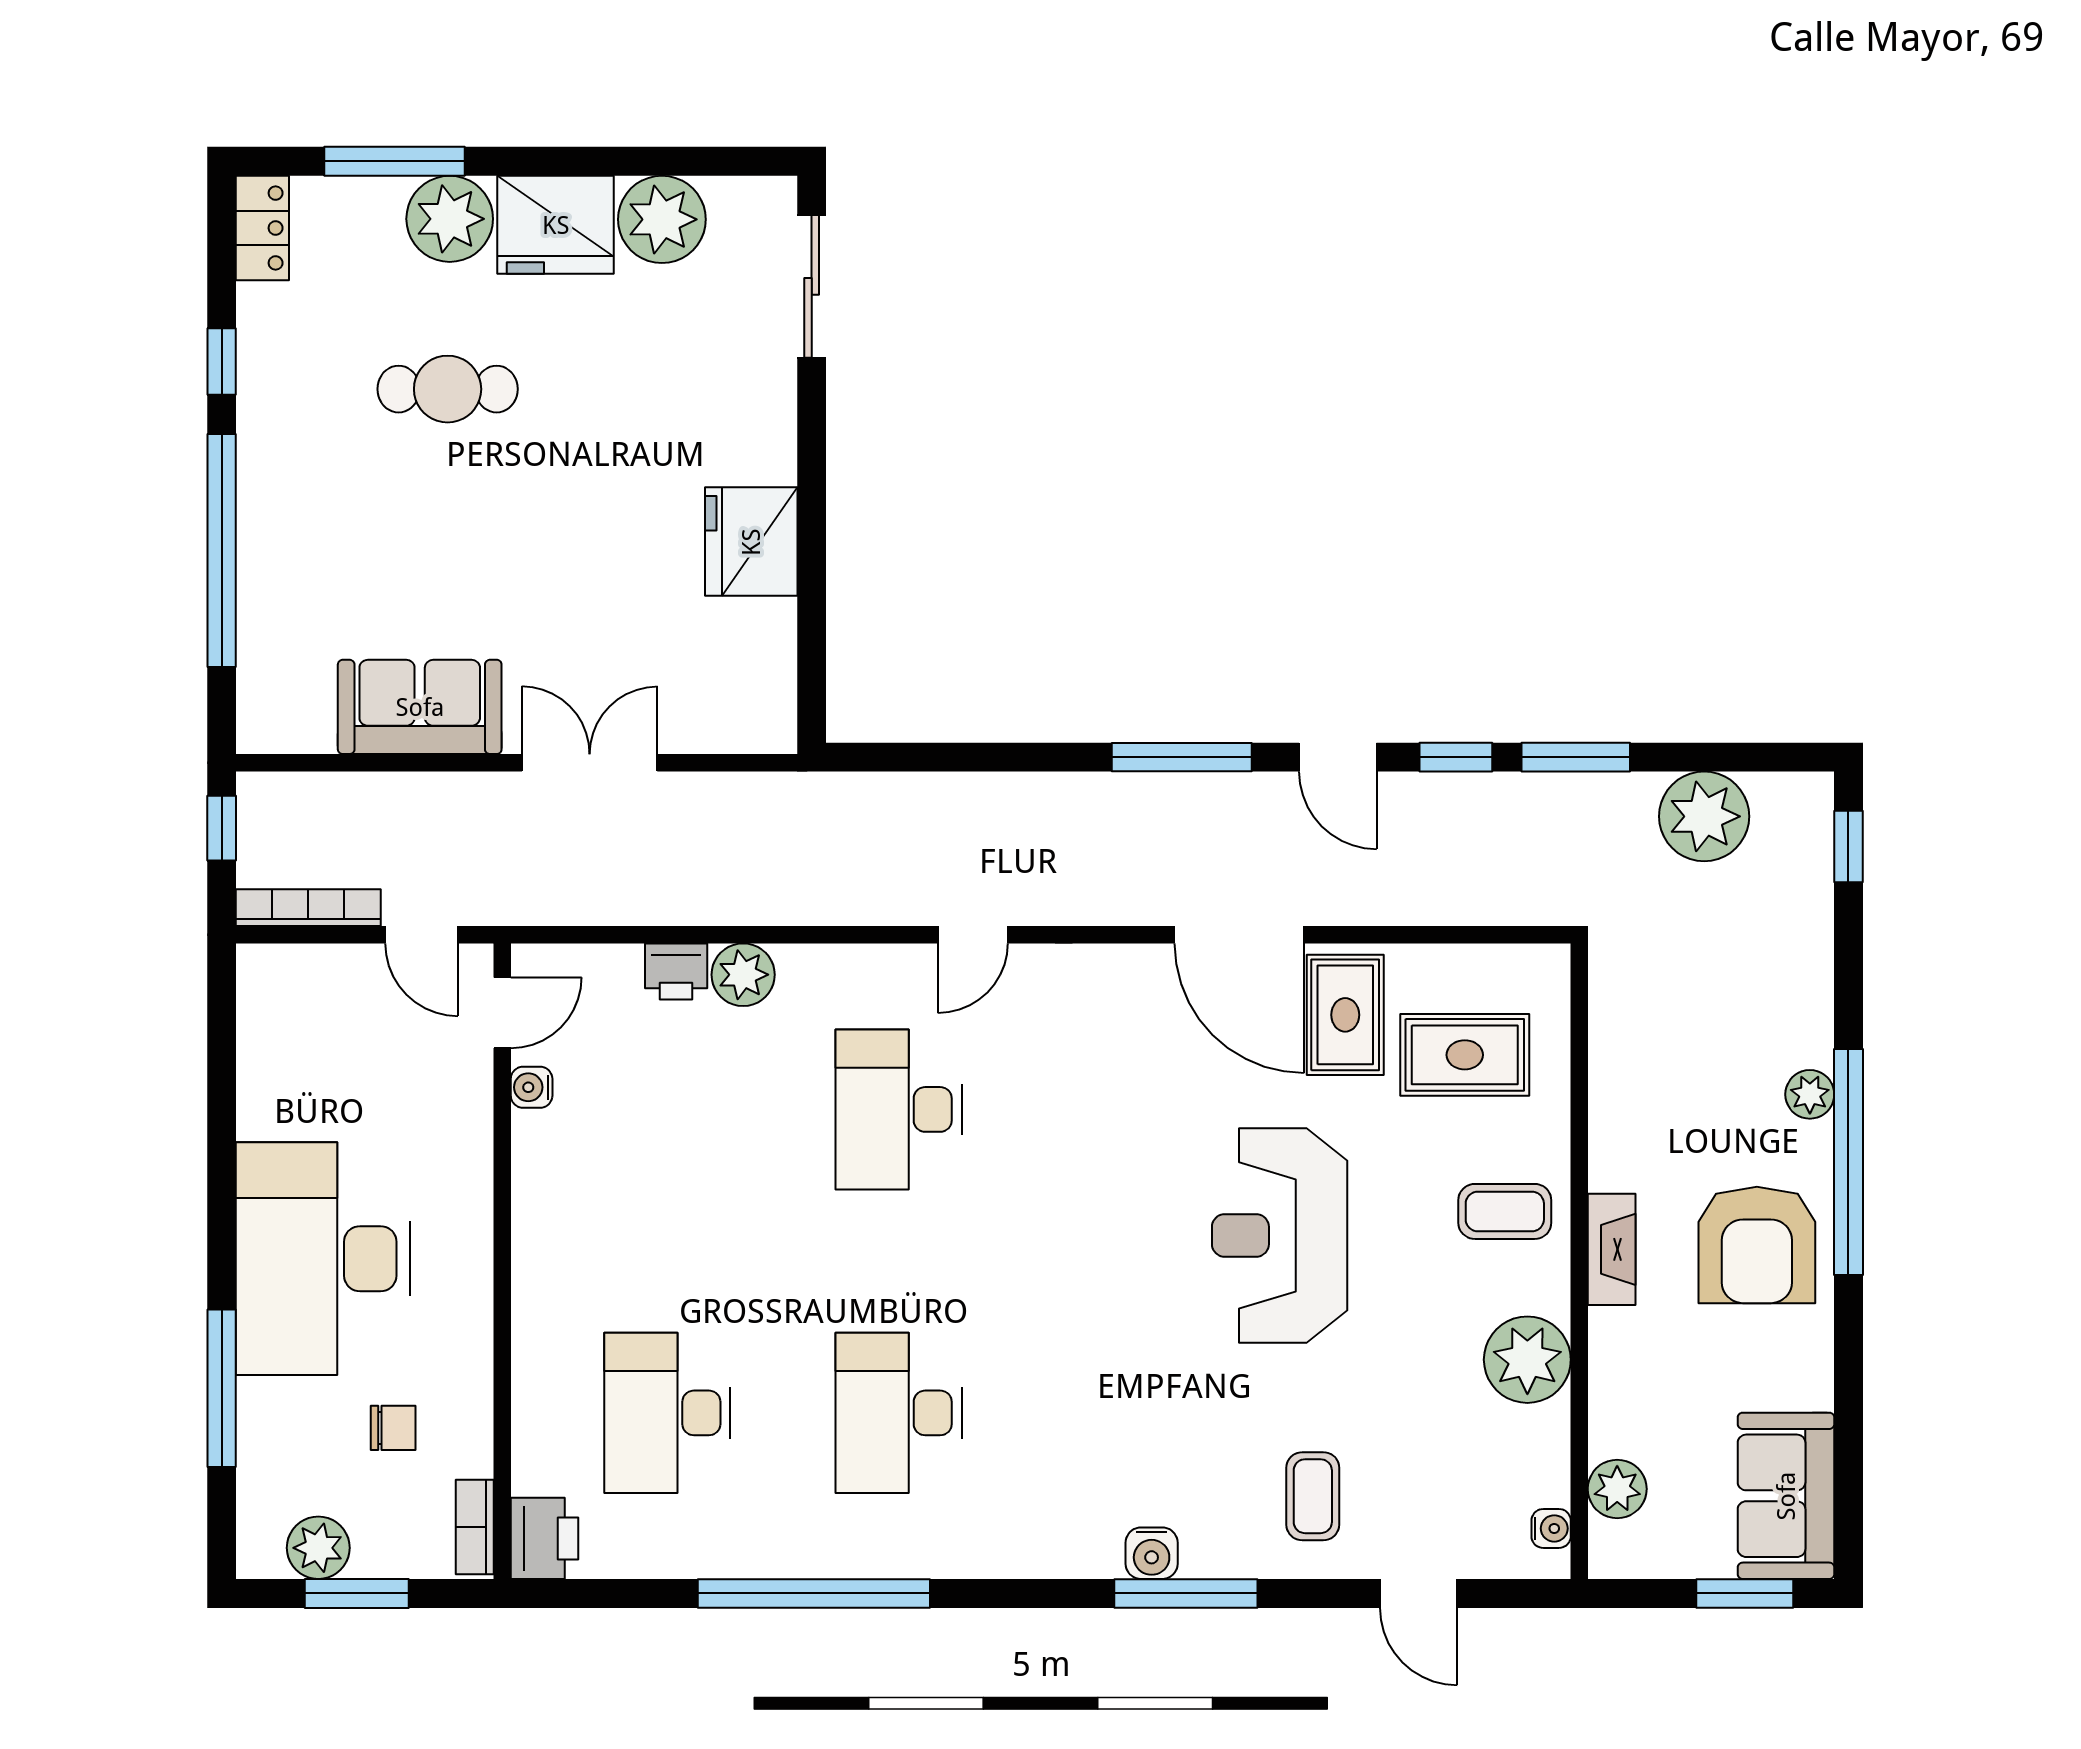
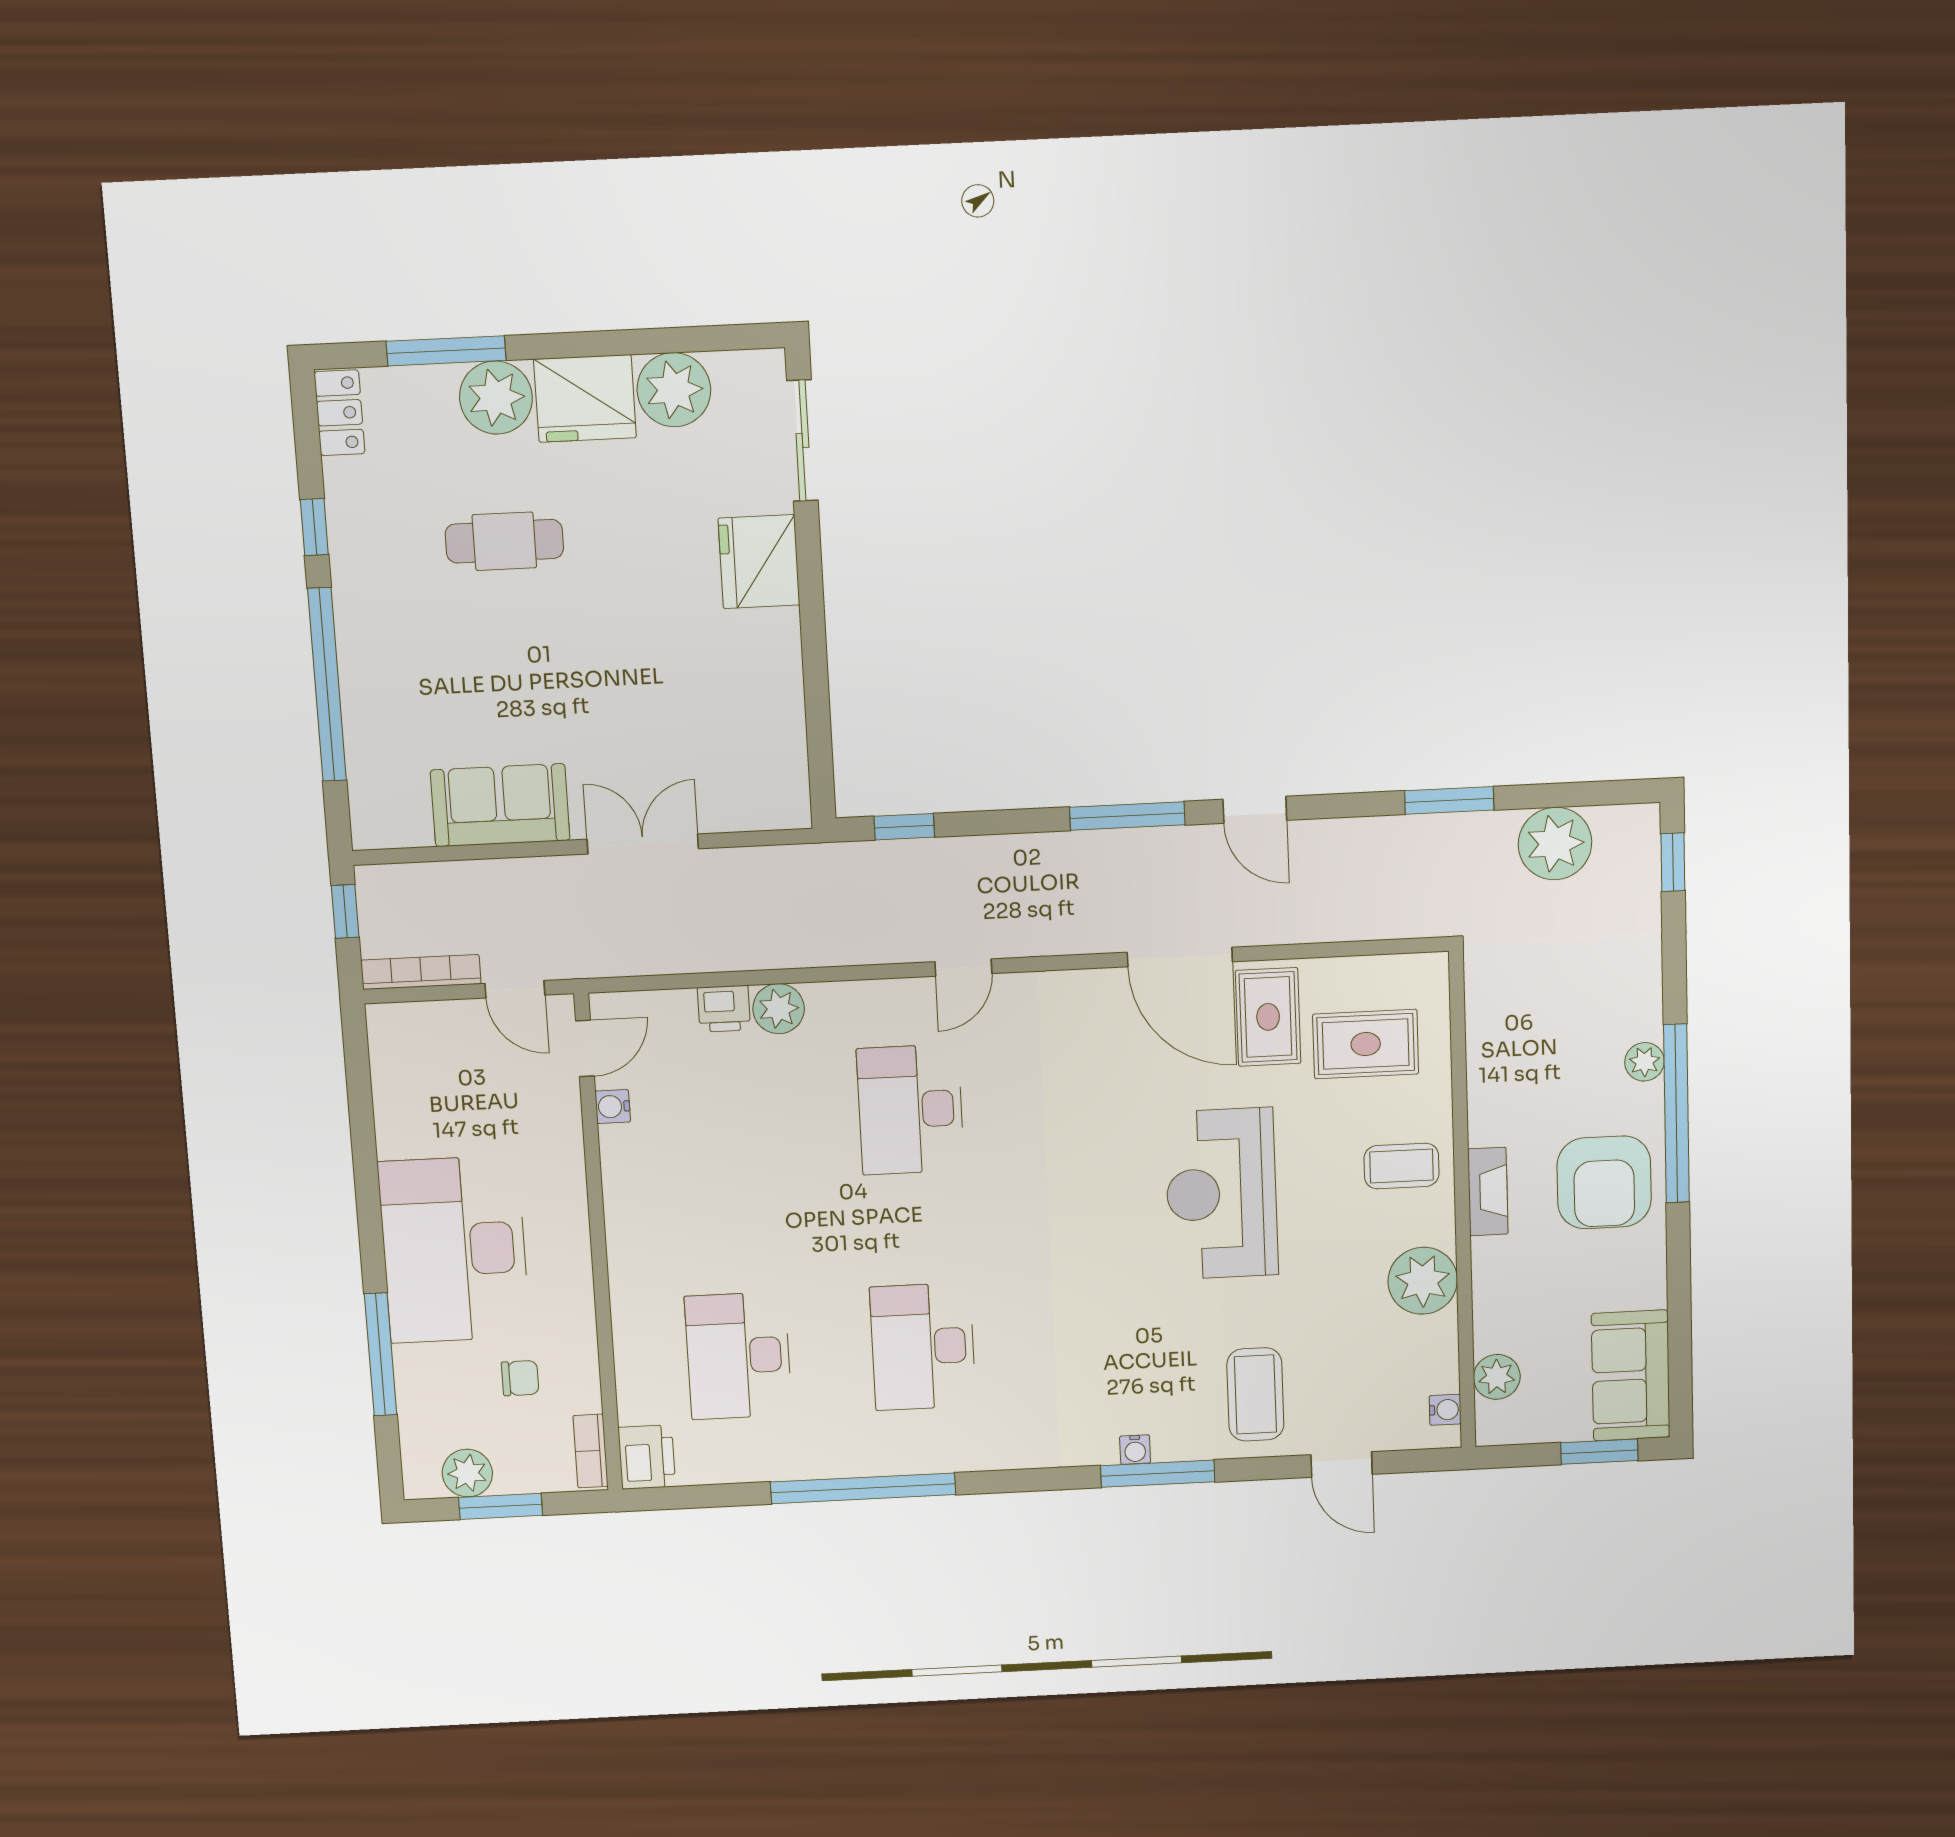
fridge: (751, 542) -> (759, 562), moved
window: (1456, 757) -> (904, 827), moved
coffee table: (1313, 1496) -> (1255, 1394), width x1.36, depth x1.30
water cooler: (1152, 1553) -> (1135, 1450), width x0.72, depth x0.72

